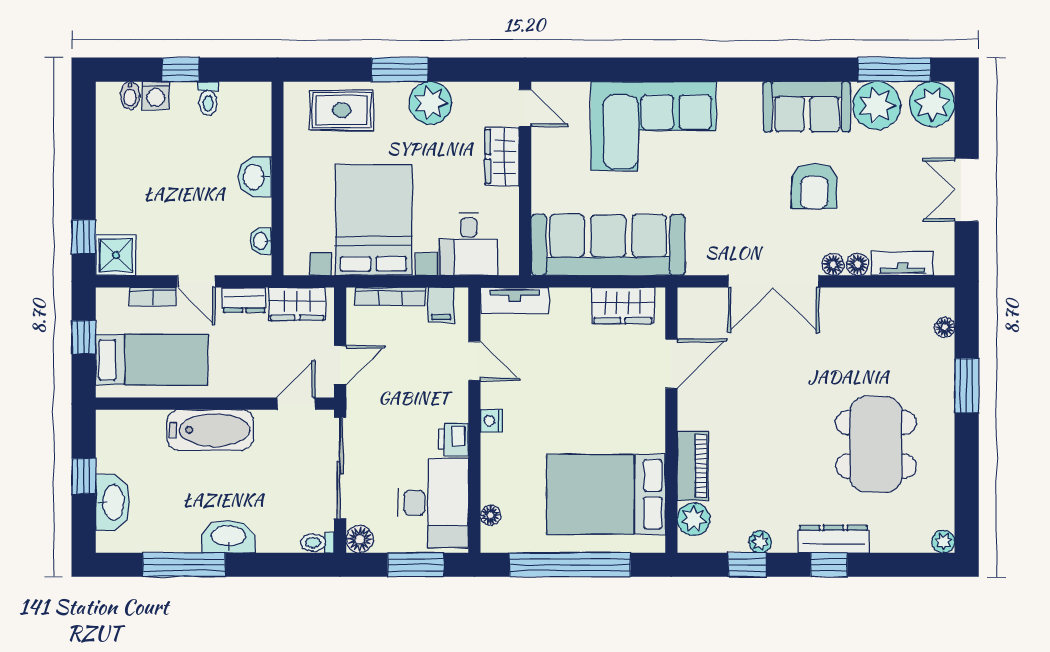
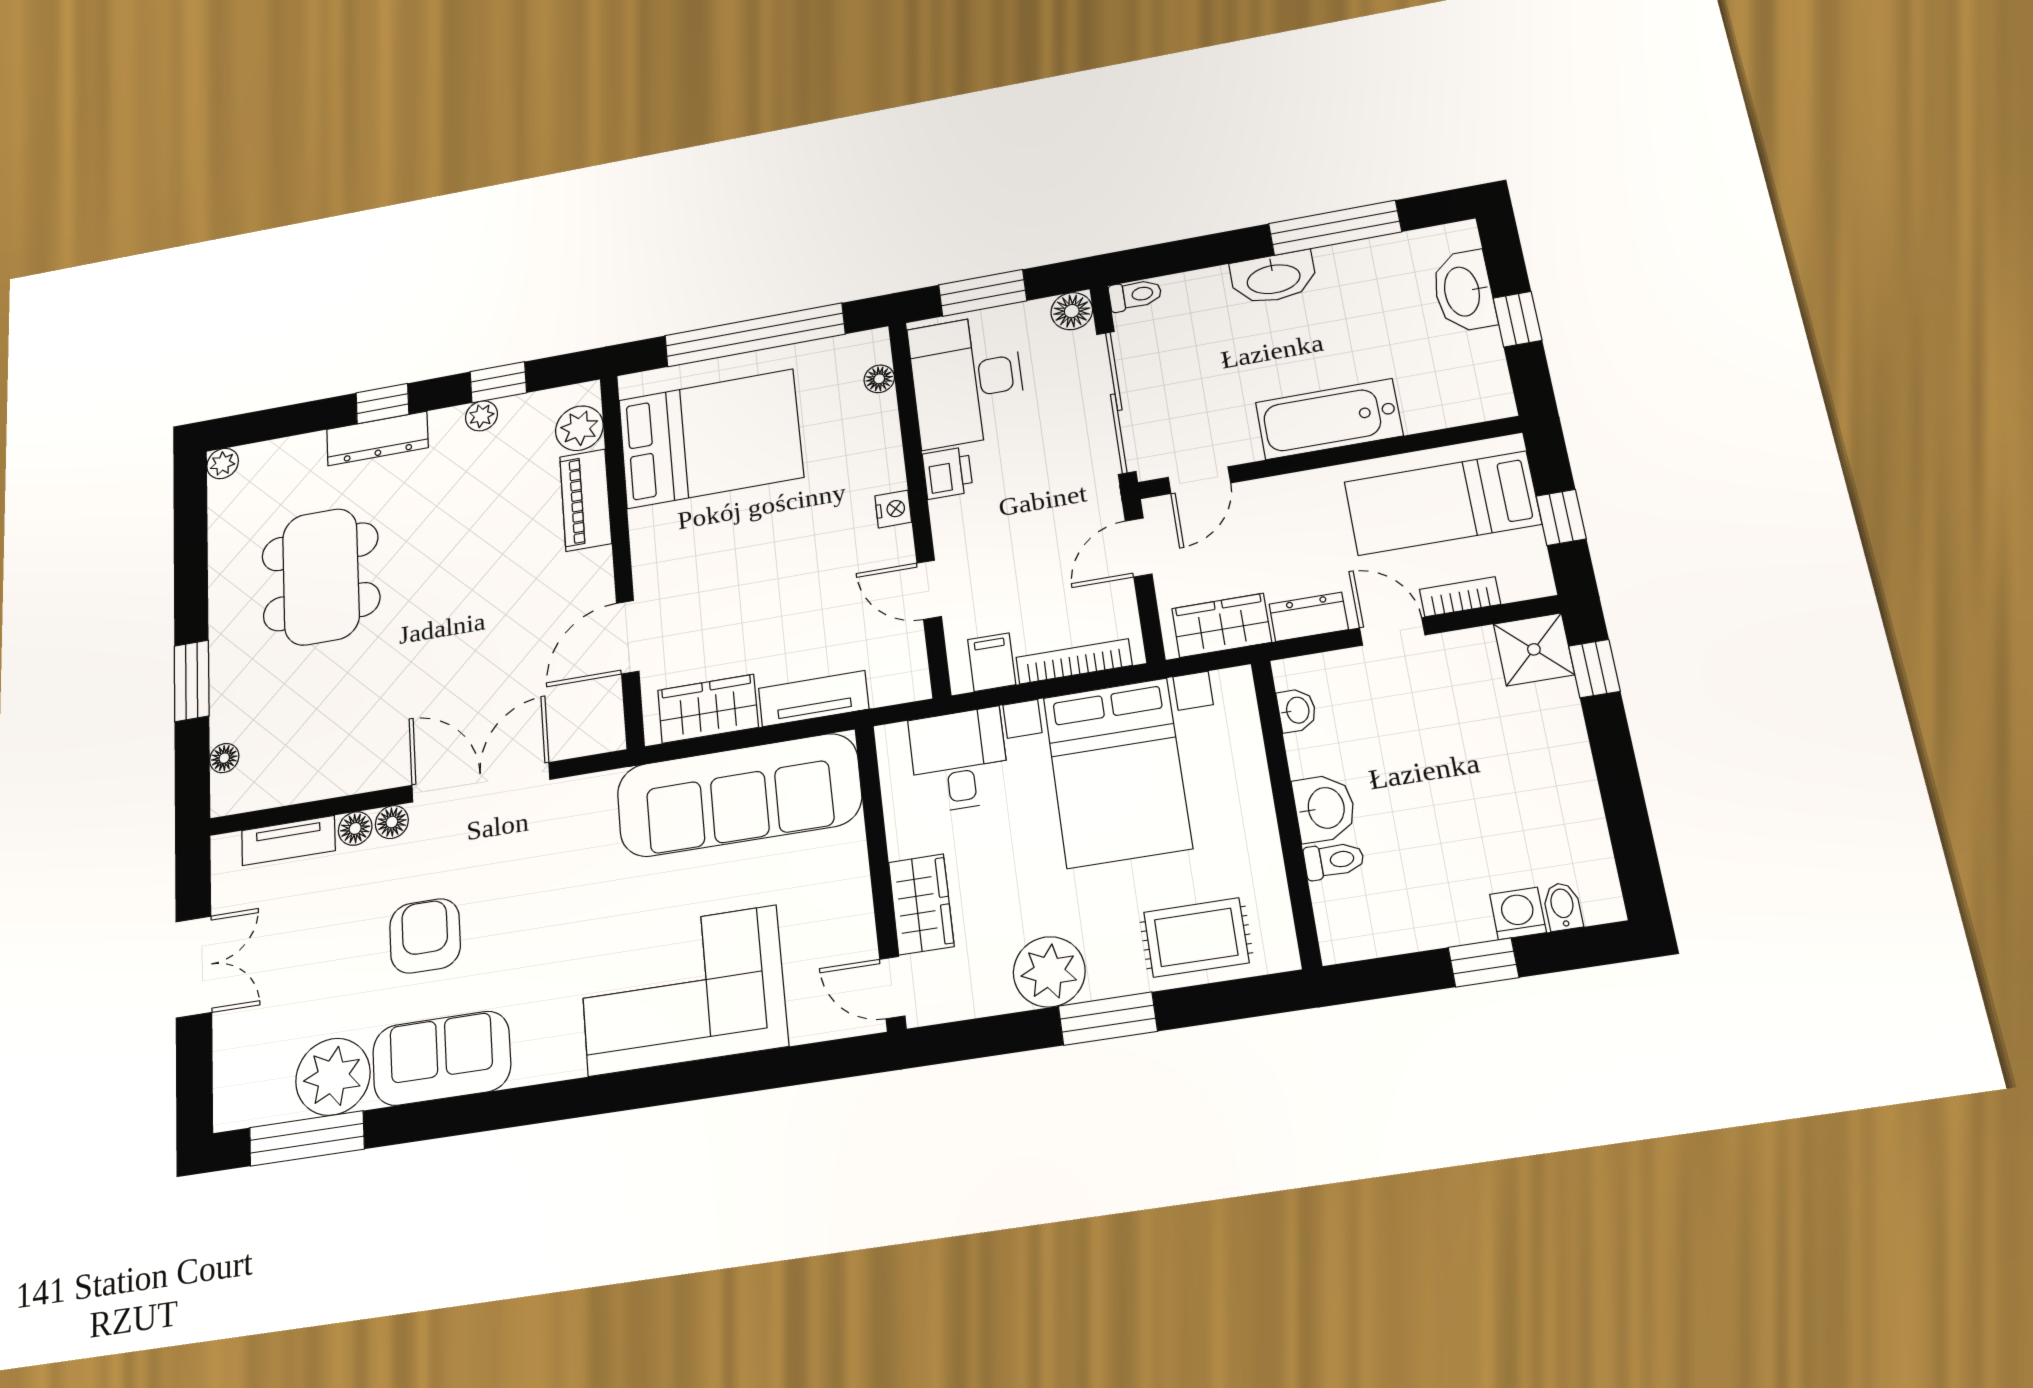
toilet: (208, 99) -> (1334, 860), moved, turned 90
plant: (932, 104) -> (248, 1092), removed
tv unit: (515, 300) -> (814, 699), moved

